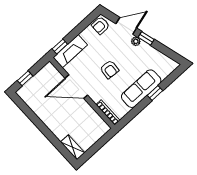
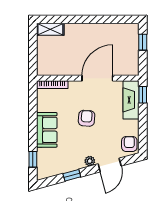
window: (146, 38) -> (72, 175), moved
armchair: (109, 69) -> (87, 118), turned 89
sofa: (141, 89) -> (47, 130), width x0.73
window: (155, 93) -> (33, 159), moved

